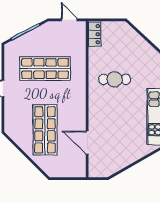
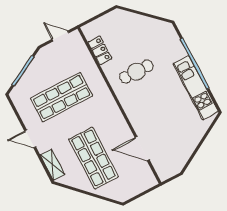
locker: (95, 34) -> (100, 50), moved
shelving: (10, 118) -> (53, 165), added

